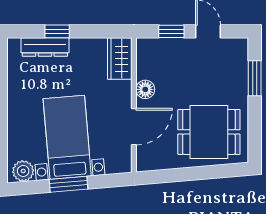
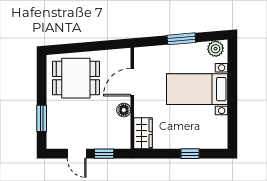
dresser: (45, 47) -> (199, 142), removed
bed with nightstands: (67, 137) -> (197, 89), moved, turned 95

